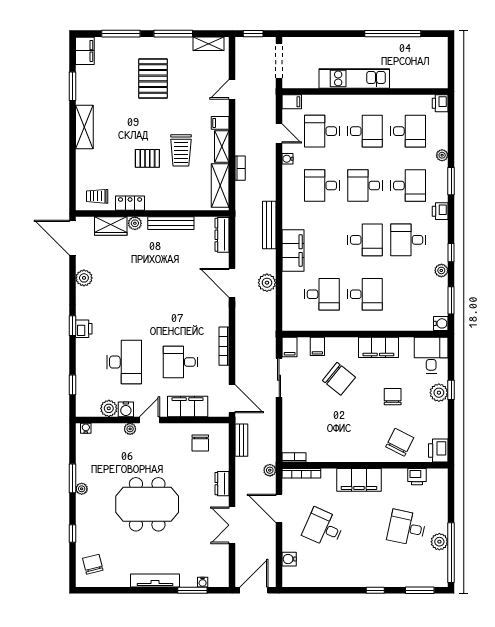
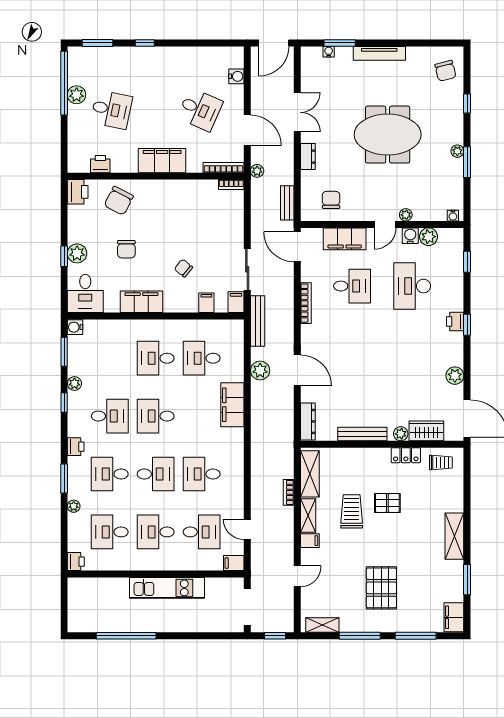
water cooler: (287, 159) -> (238, 502), removed
desk: (322, 185) -> (202, 474), turned 180
bench: (269, 225) -> (258, 321), moved
chair: (339, 379) -> (183, 268), width x0.54, depth x0.54

